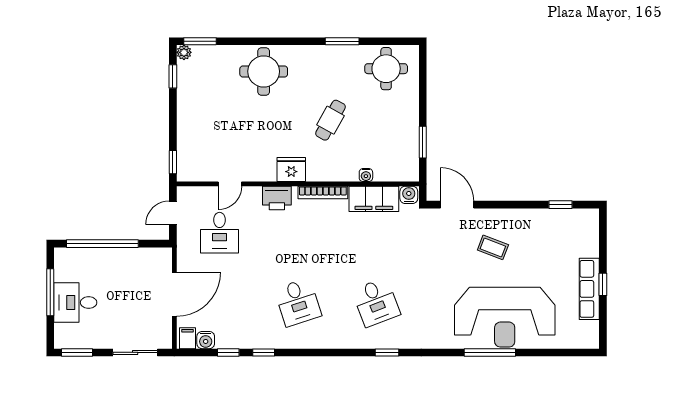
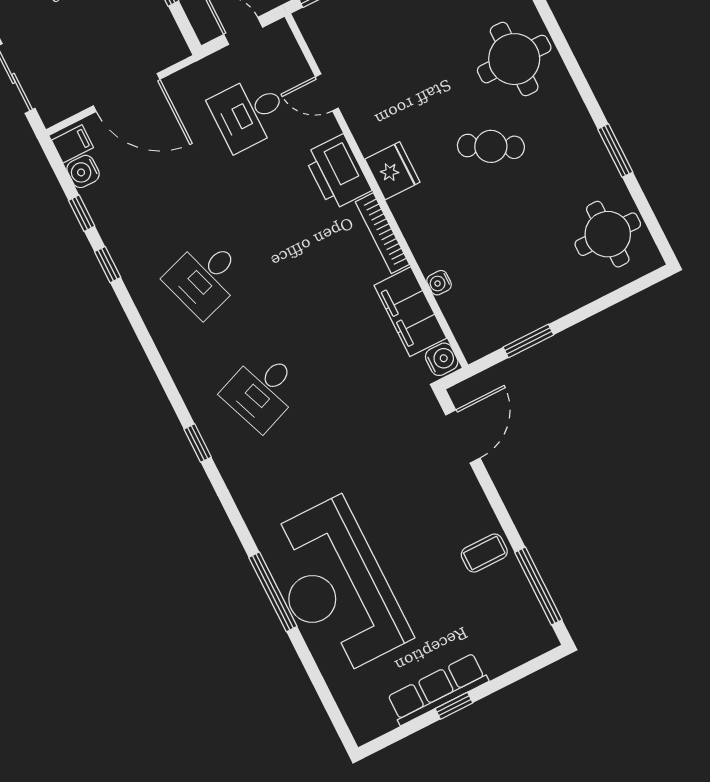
cafe table: (330, 120) -> (491, 146), moved
printer: (277, 198) -> (337, 172), width x1.37, depth x1.19
window: (561, 205) -> (538, 586), width x2.17
coffee table: (493, 247) -> (484, 553), moved, turned 69

